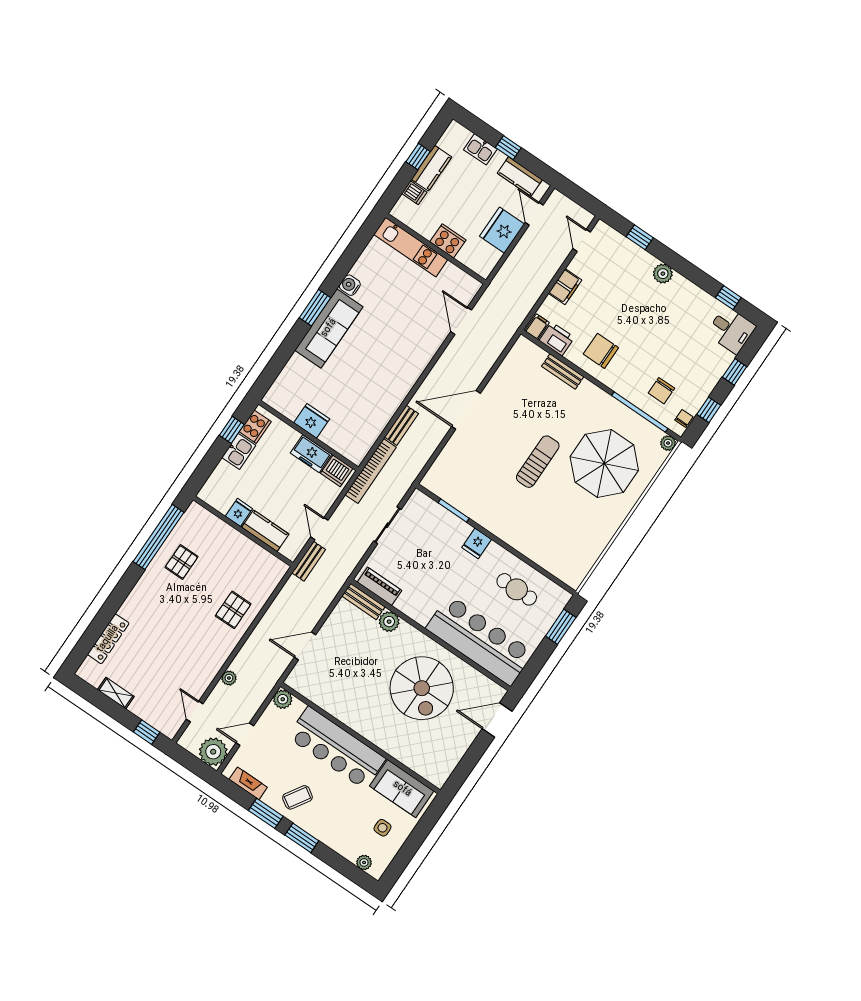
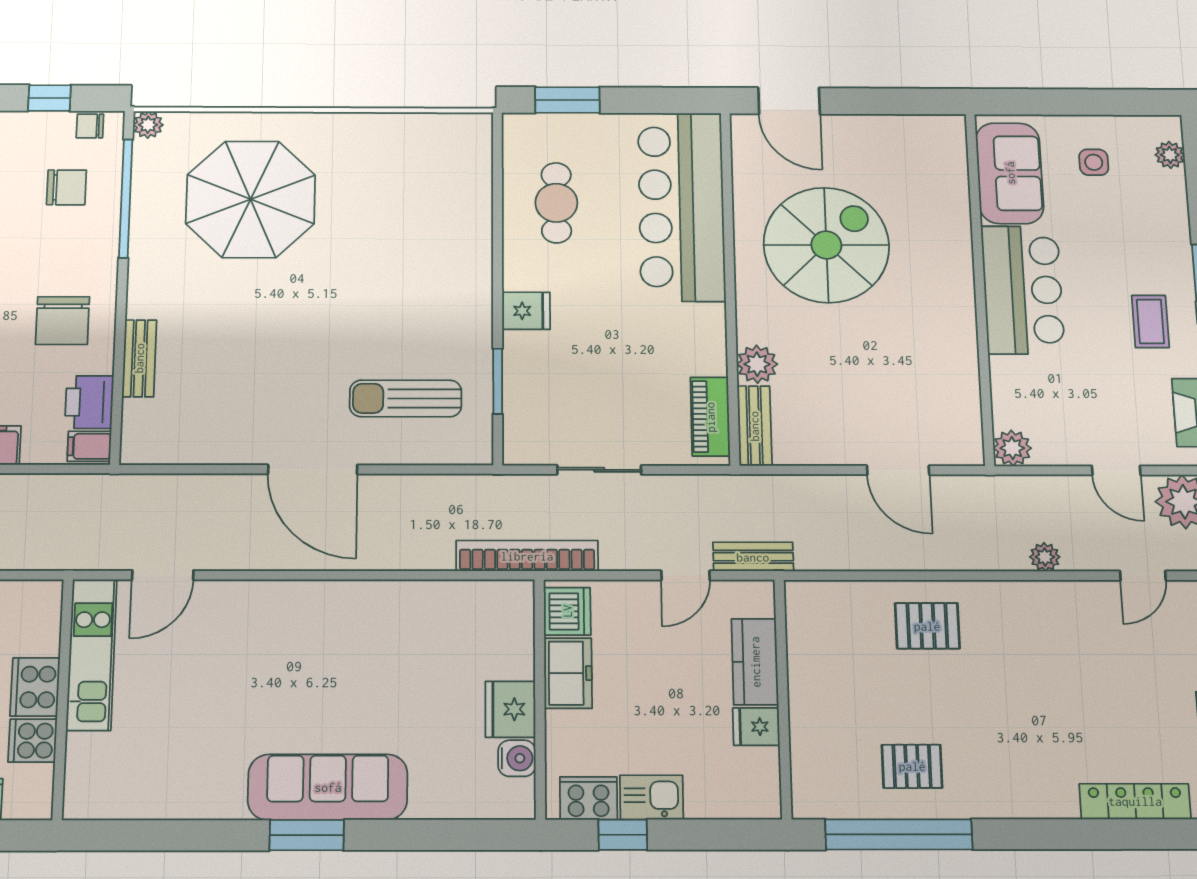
cooker: (426, 226) -> (33, 741), added
kitchen unit: (411, 247) -> (92, 654), moved
water cooler: (350, 285) -> (517, 758), moved, turned -90
bench: (401, 425) -> (413, 556), removed
sun lounger: (538, 462) -> (406, 398), moved
bar counter: (336, 748) -> (1023, 290), width x0.73
coffee table: (297, 797) -> (1150, 321), turned 58

